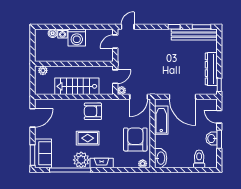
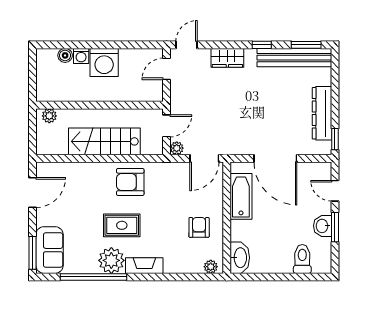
wardrobe: (153, 35) -> (227, 58), added
armchair: (135, 139) -> (199, 227), width x0.53, depth x0.53

